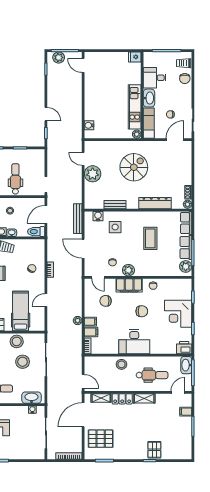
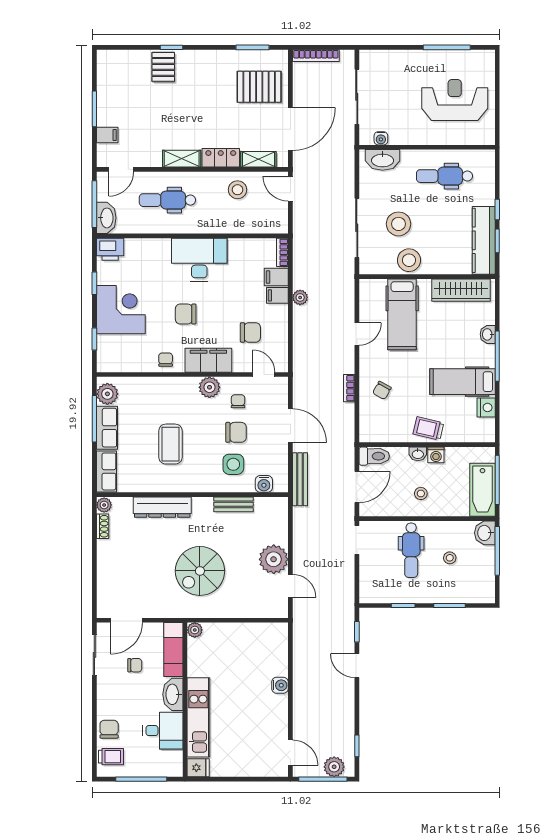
kitchen unit: (135, 107) -> (198, 717), moved
water cooler: (89, 125) -> (280, 685), moved
chair: (114, 245) -> (236, 432), added
stool: (121, 364) -> (238, 190), moved

